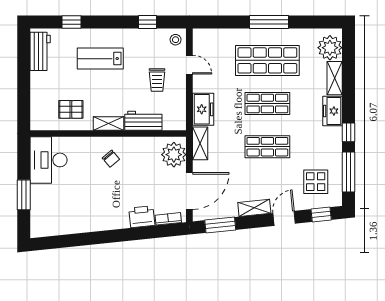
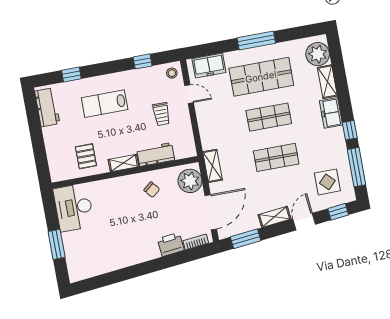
pallet: (71, 109) -> (86, 156), turned 90
freezer: (203, 109) -> (209, 66), moved, turned 90
chair: (111, 159) -> (152, 190), moved

